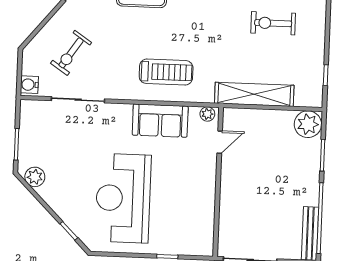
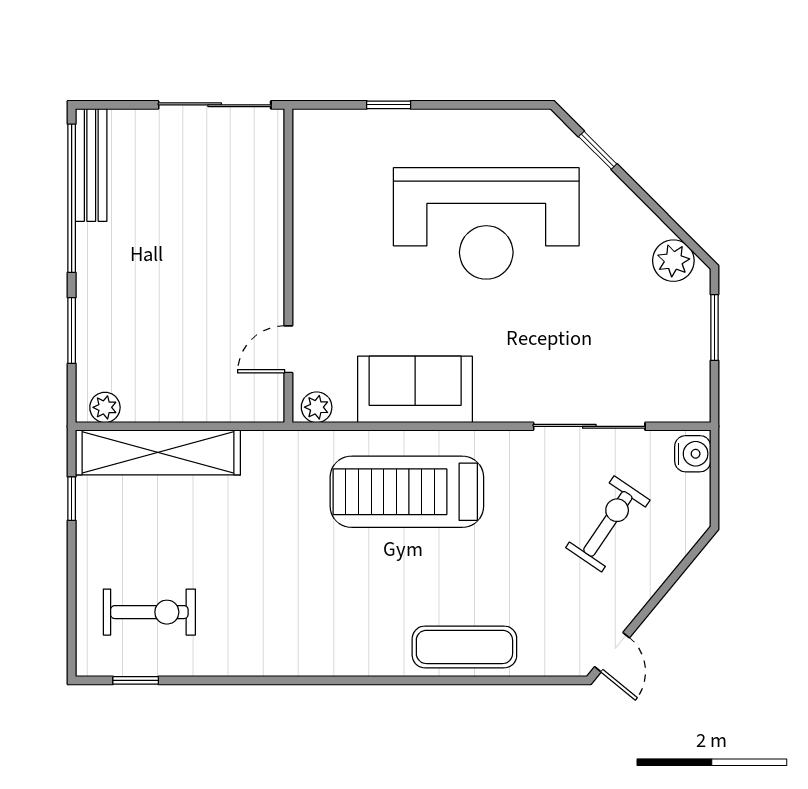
exercise bike: (273, 23) -> (149, 612), moved
treadmill: (166, 72) -> (407, 492), width x1.37, depth x1.38
shelving: (254, 94) -> (158, 452), moved
plant: (308, 124) -> (105, 407), width x0.53, depth x0.53
reception desk: (123, 198) -> (486, 223), turned 90

